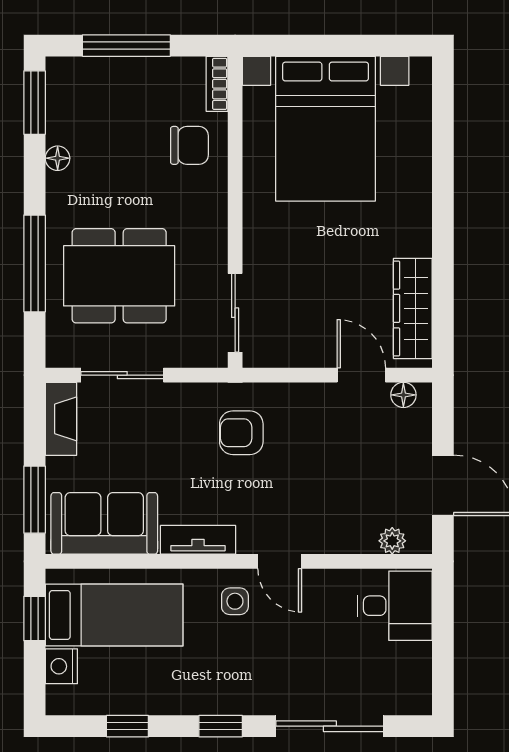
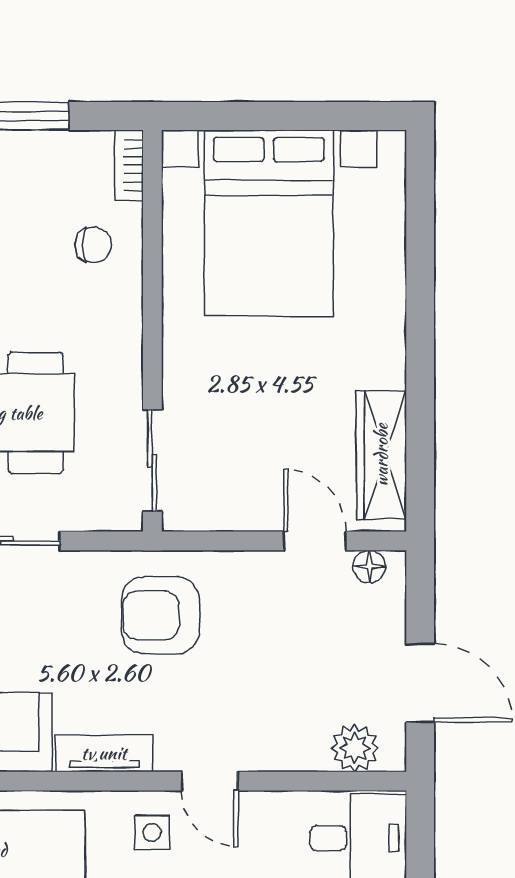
chair: (189, 145) -> (93, 245), width x0.73, depth x0.73
armchair: (241, 433) -> (160, 615), width x1.38, depth x1.38
plant: (392, 541) -> (355, 748), width x1.38, depth x1.38

